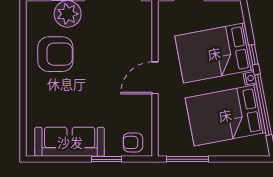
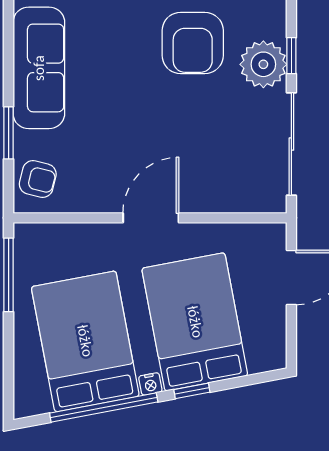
door: (155, 78) -> (151, 218), hinge flipped
armchair: (133, 142) -> (38, 179), turned 104

